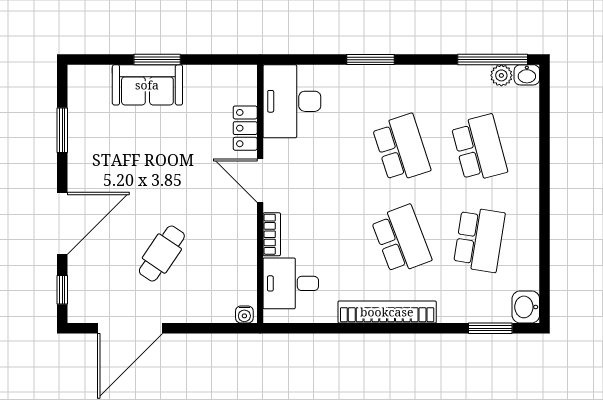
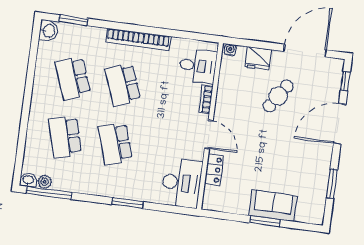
school desk: (479, 240) -> (73, 78), turned -30
fridge: (200, 307) -> (258, 58), added

